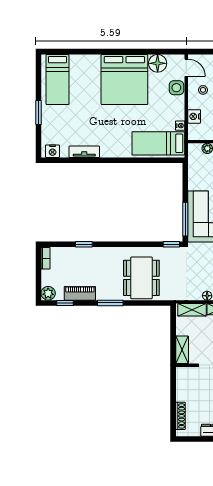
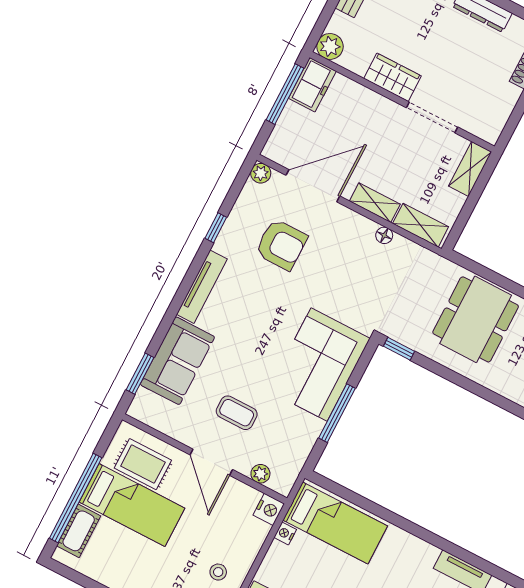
nightstand: (194, 116) -> (269, 509), moved
window: (185, 219) -> (337, 413), moved

